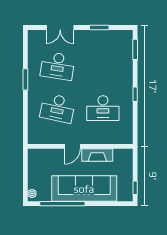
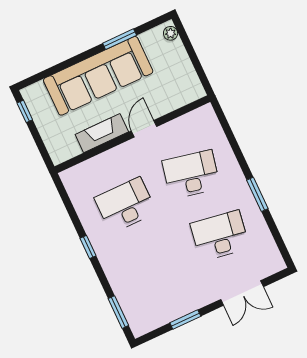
double door: (60, 28) -> (242, 293), swing flipped
window: (62, 204) -> (120, 39), width x0.47

